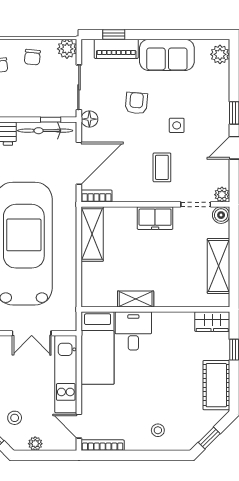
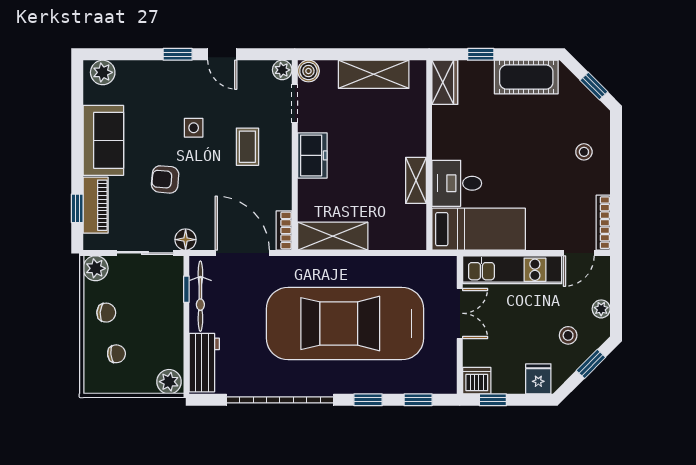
coffee table: (162, 167) -> (247, 147), turned 90

